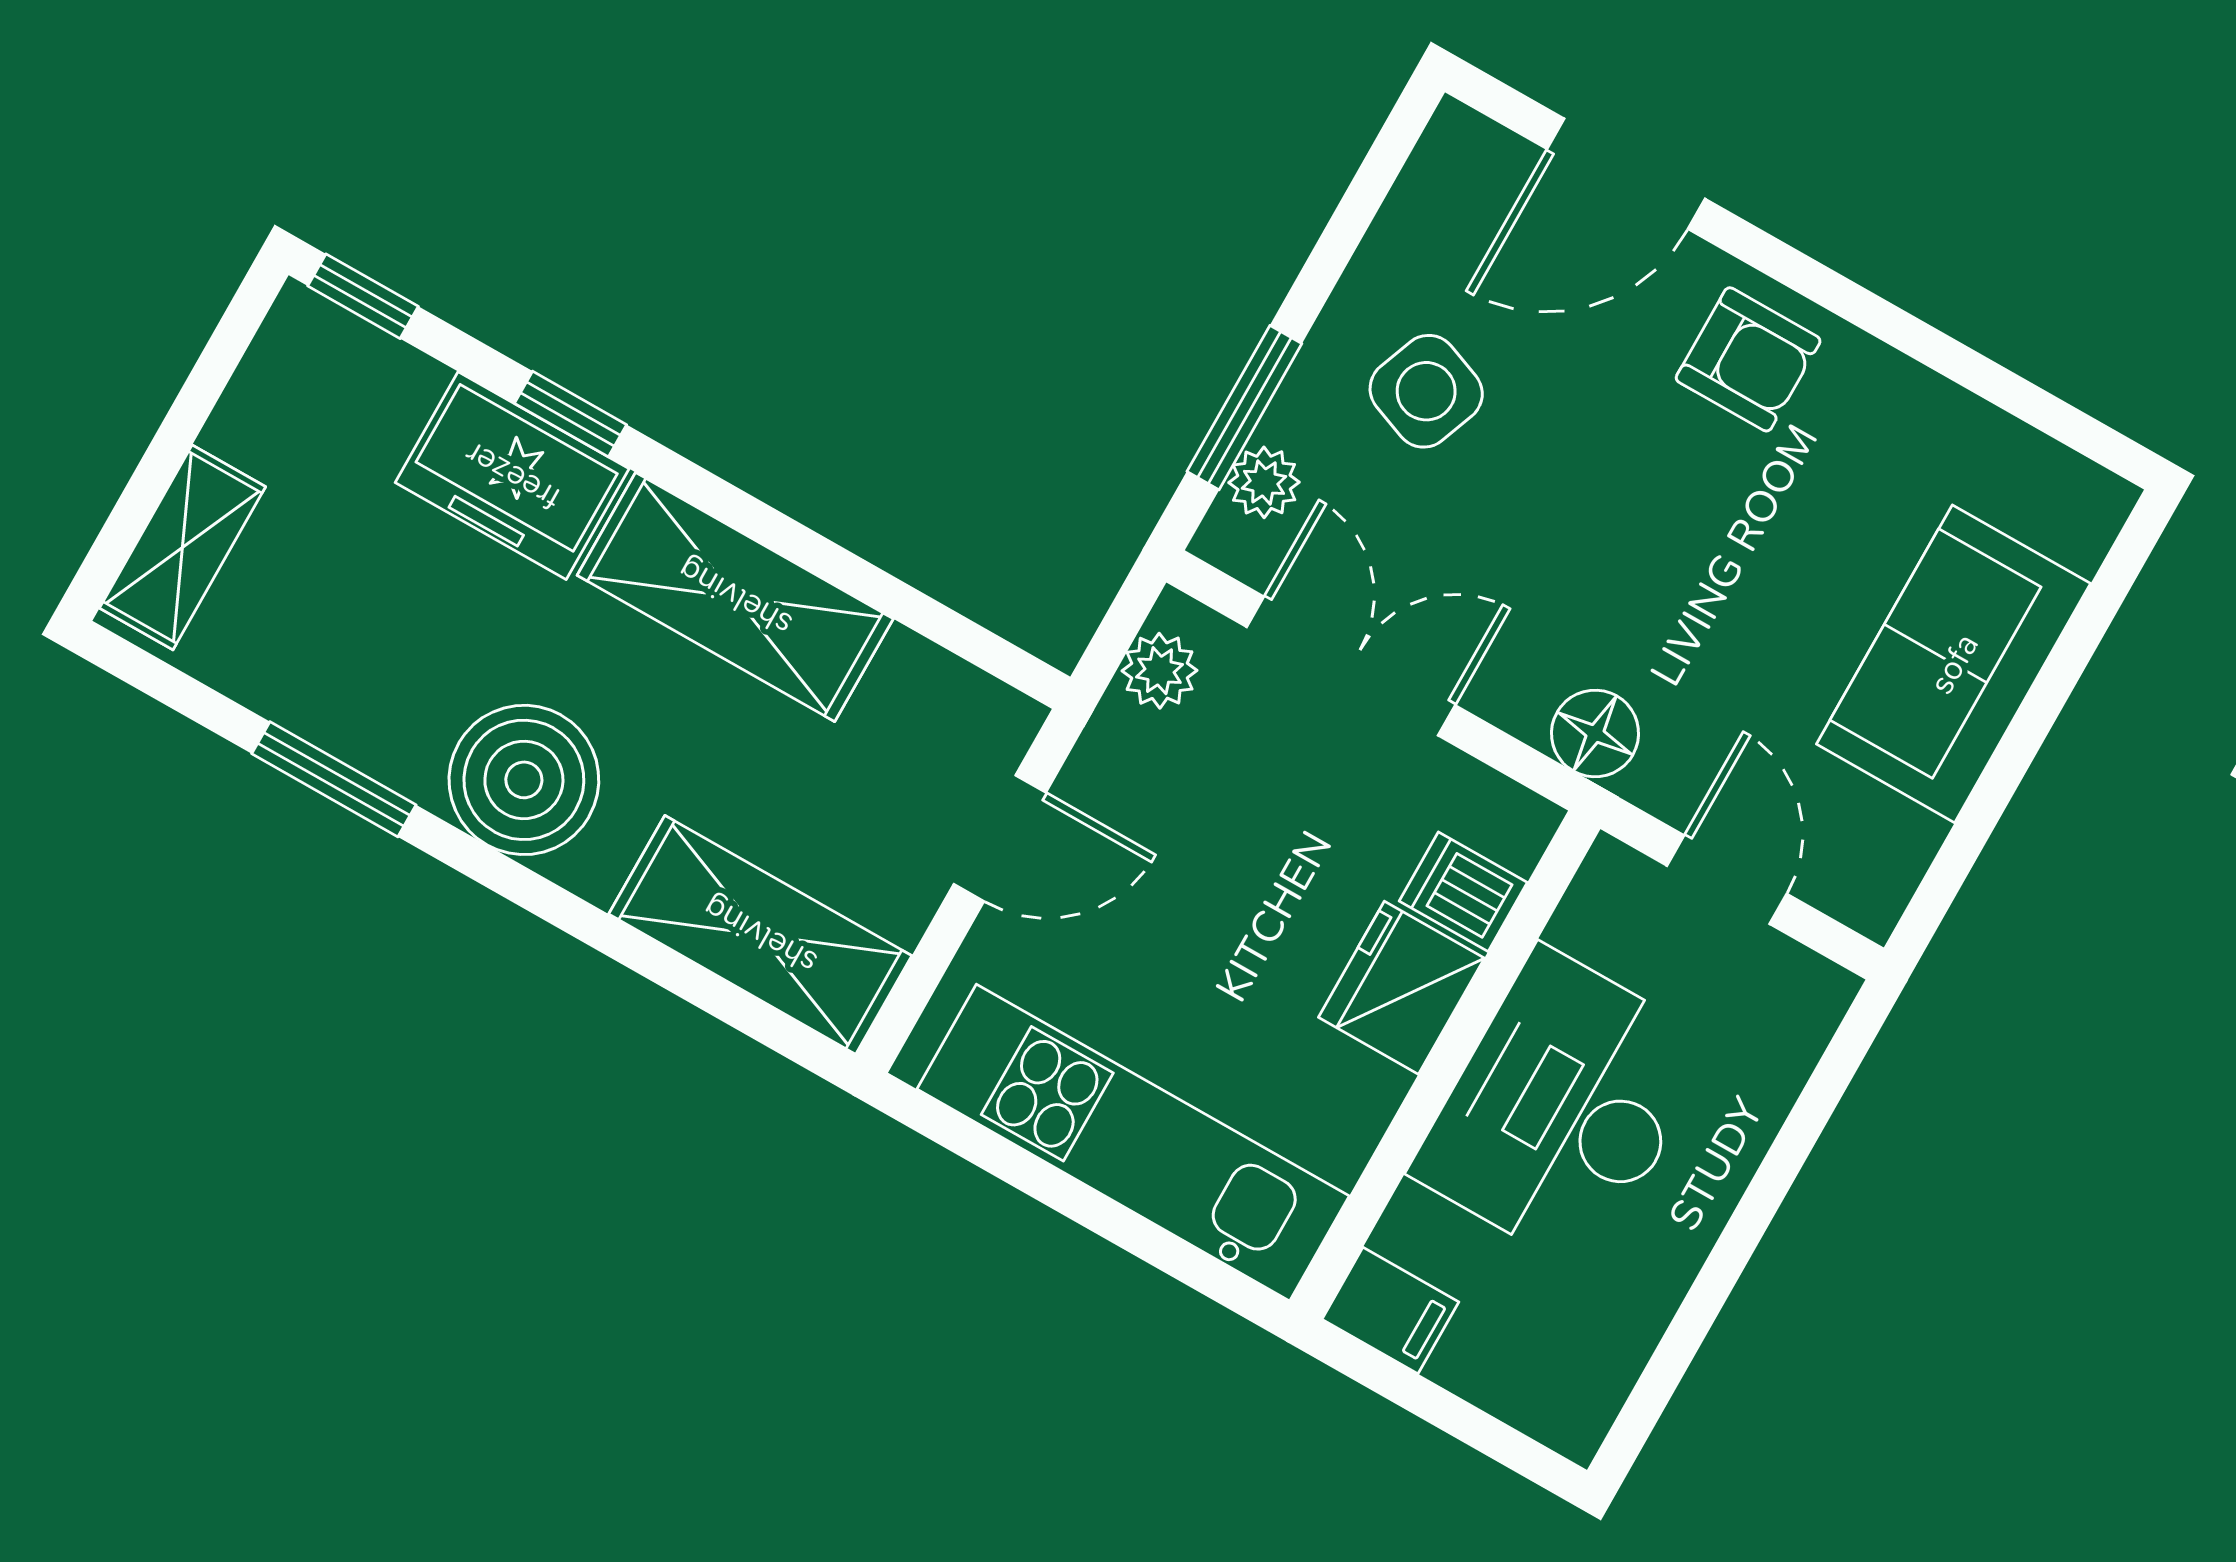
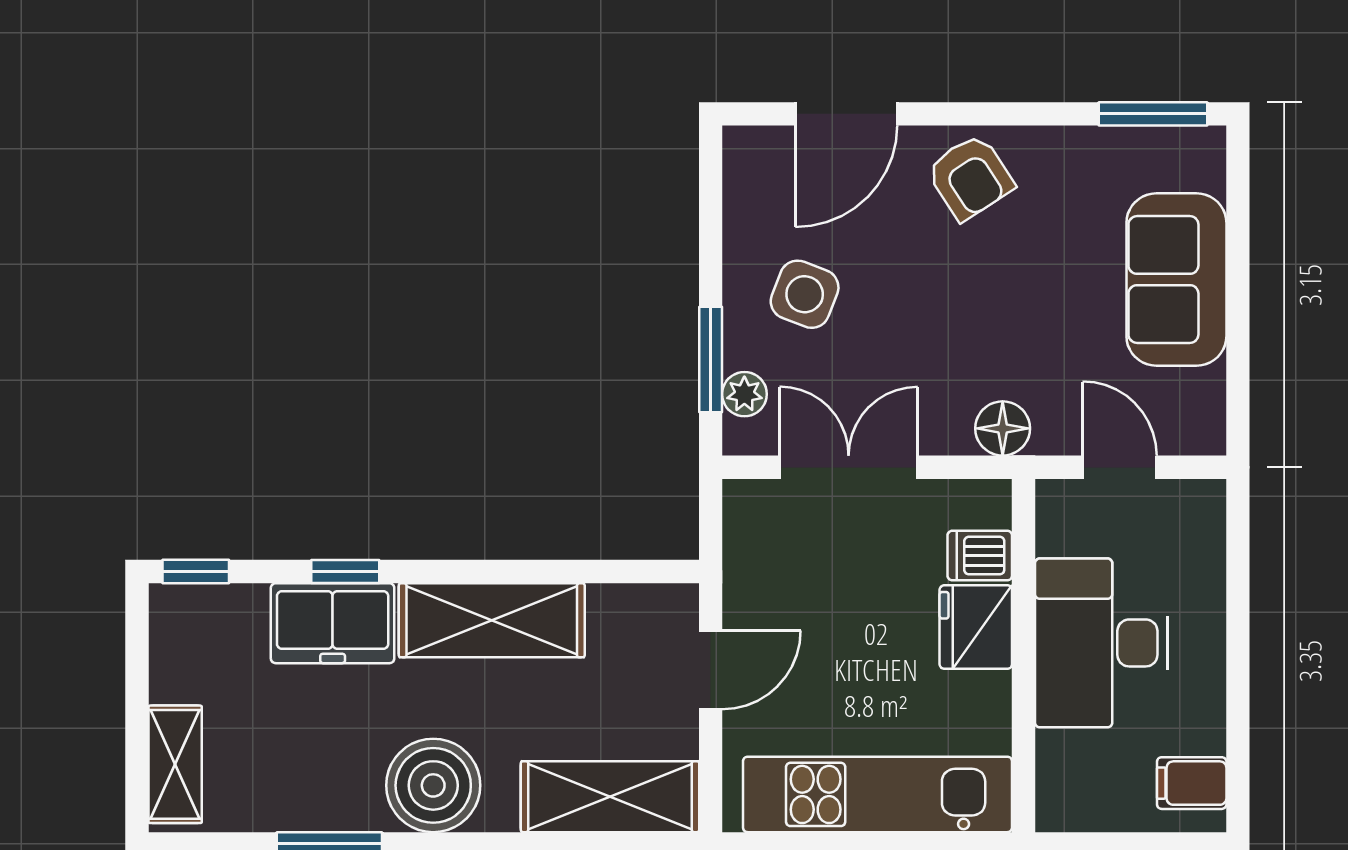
armchair: (1748, 359) -> (970, 177), turned 57
window: (2052, 416) -> (1153, 114), added
plant: (1159, 671) -> (746, 529), removed
filing cabinet: (1390, 1311) -> (1192, 783), moved, turned 180

